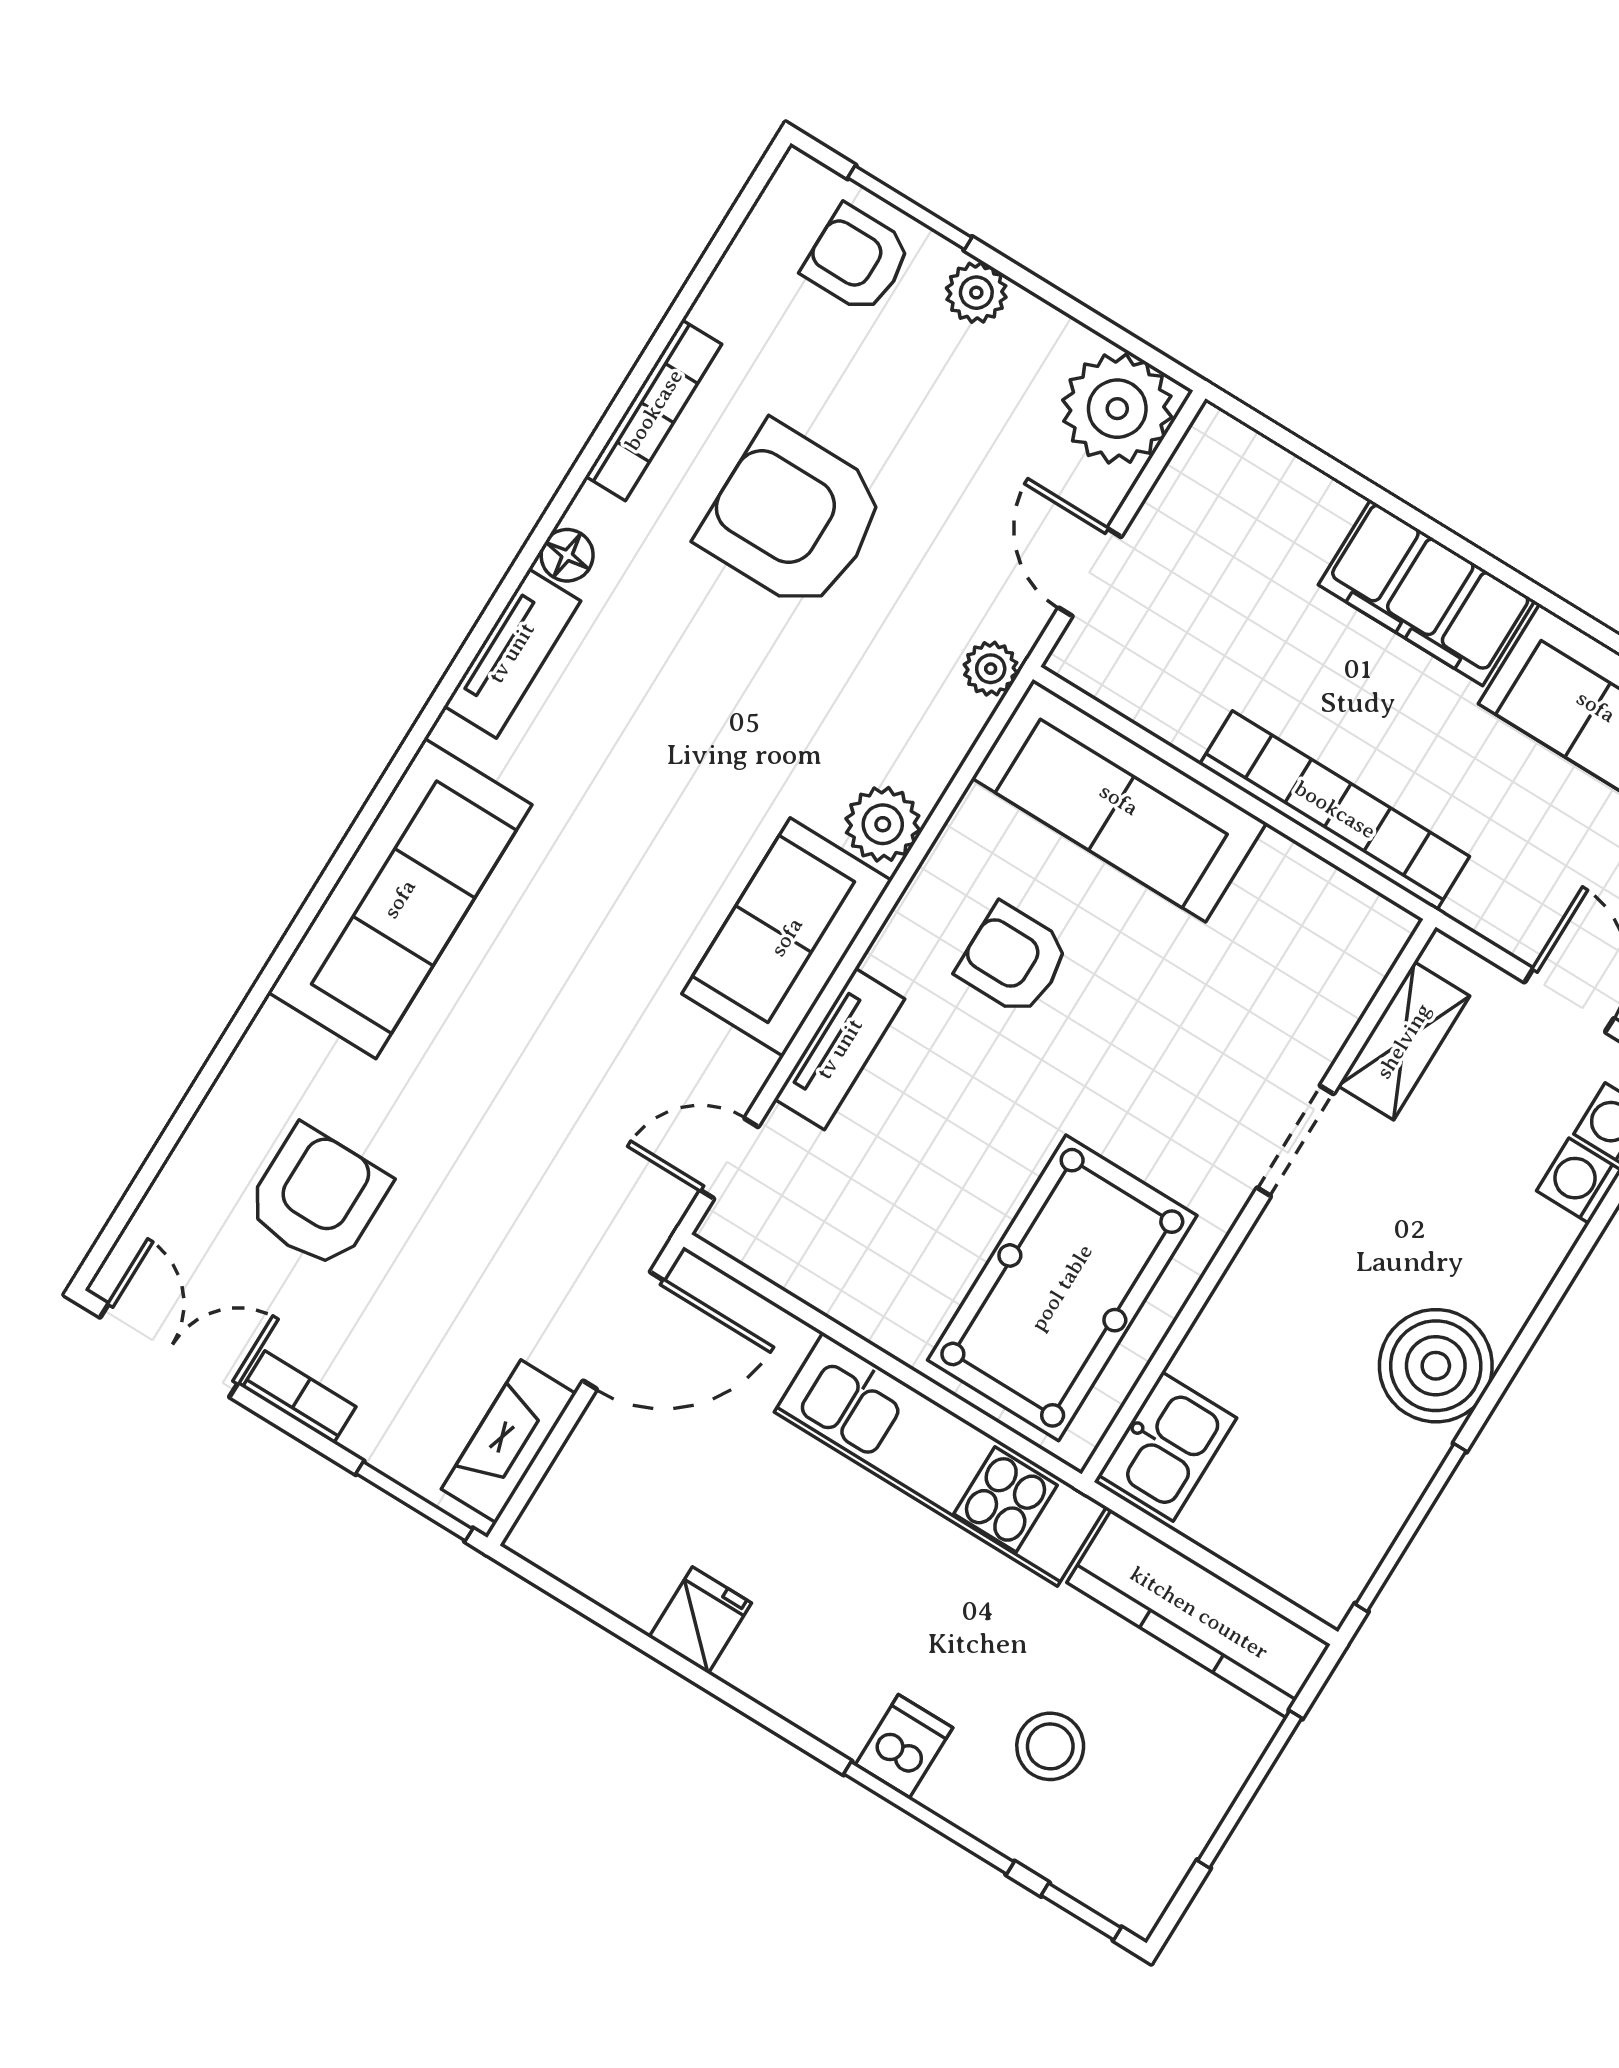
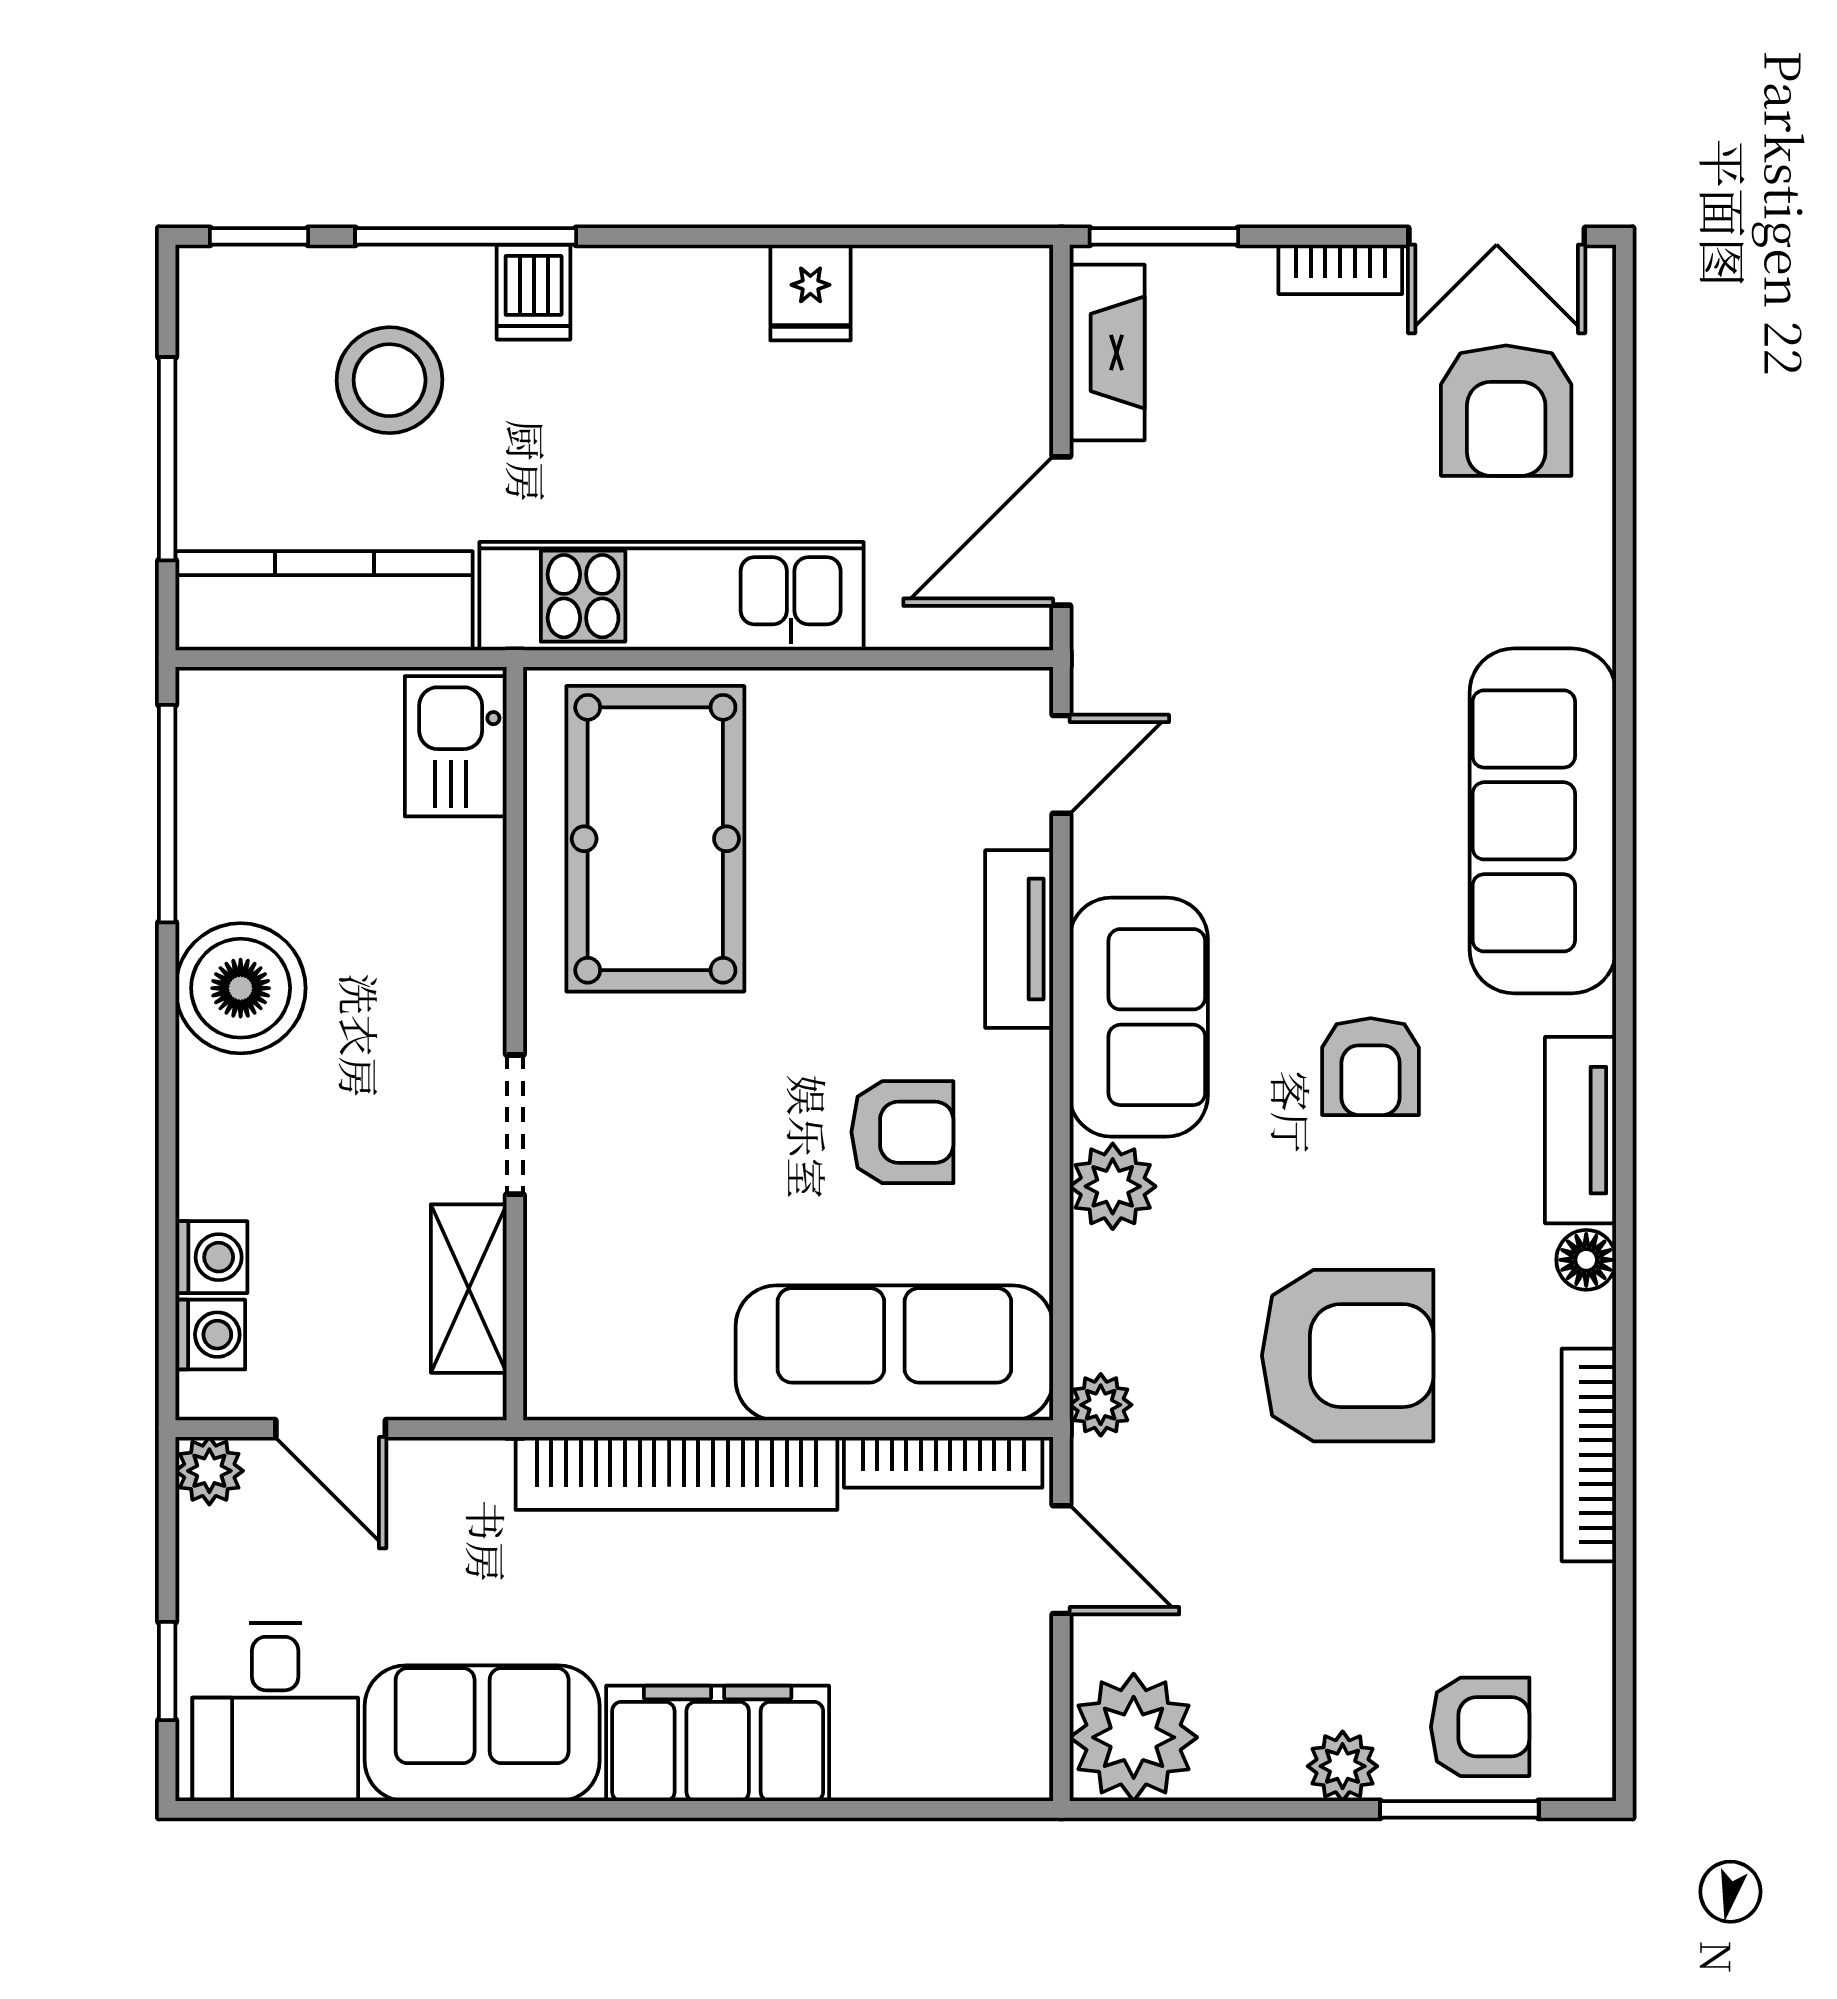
armchair: (793, 517) -> (1348, 1356), moved
bookcase: (1133, 698) -> (943, 1462), added
armchair: (638, 796) -> (1371, 1067), added
armchair: (318, 1197) -> (1506, 411), moved
stool: (1050, 1746) -> (390, 380), width x1.38, depth x1.38

